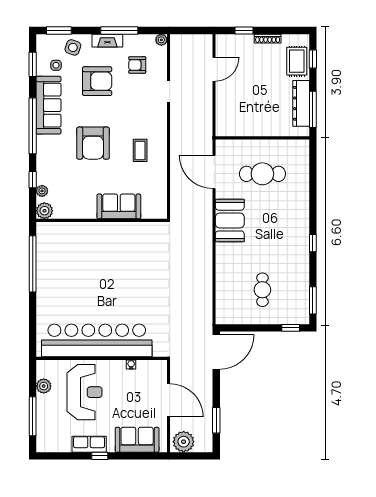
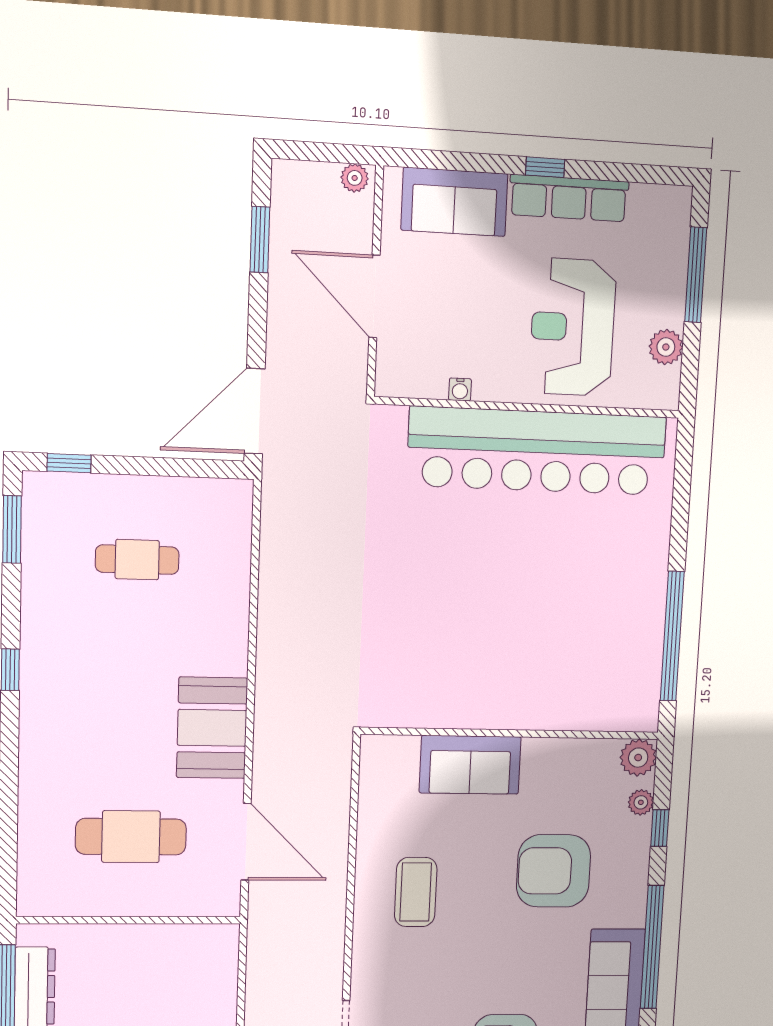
armchair: (93, 143) -> (553, 871), moved, turned -90
coffee table: (140, 150) -> (416, 892), width x1.36, depth x1.30
cafe table: (262, 290) -> (137, 560), turned 90
plant: (184, 442) -> (355, 178), width x0.53, depth x0.53
row of seats: (89, 444) -> (569, 198), width x1.48

